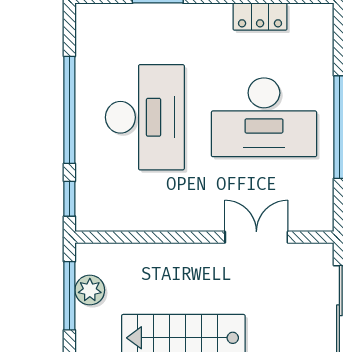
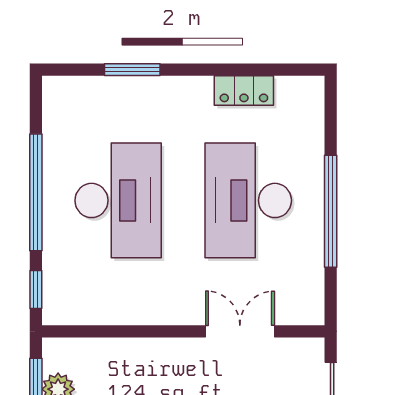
desk: (264, 117) -> (248, 200), turned 90

